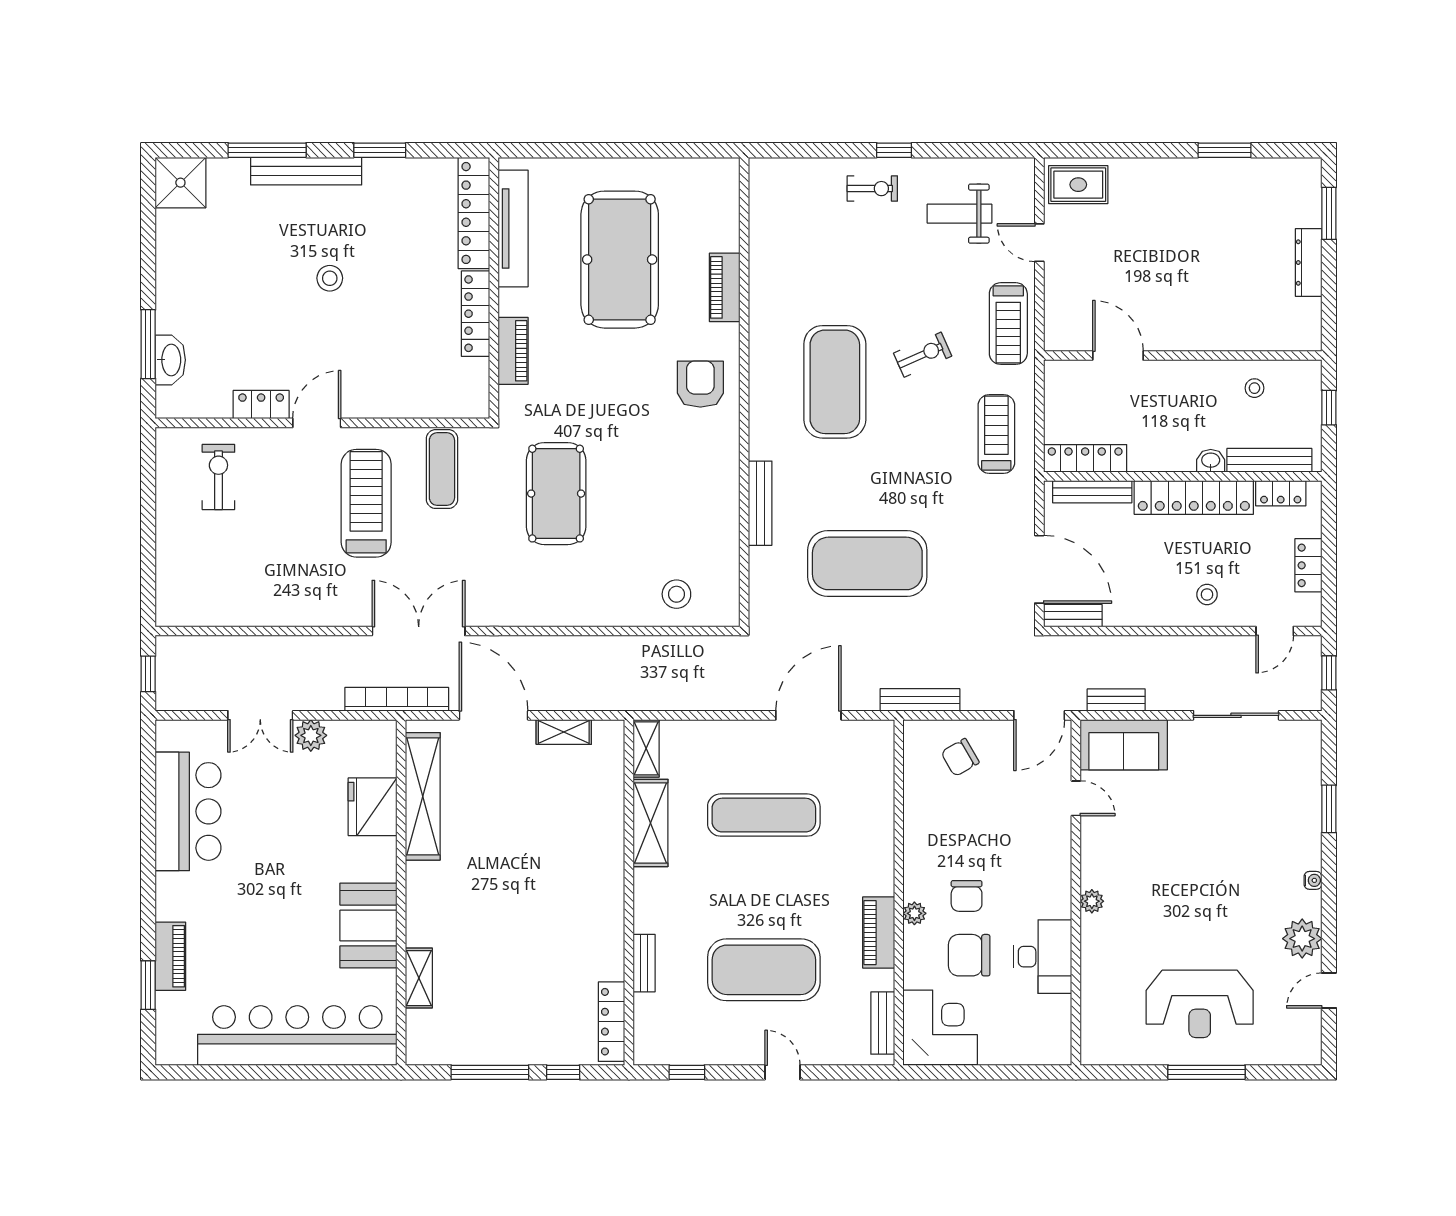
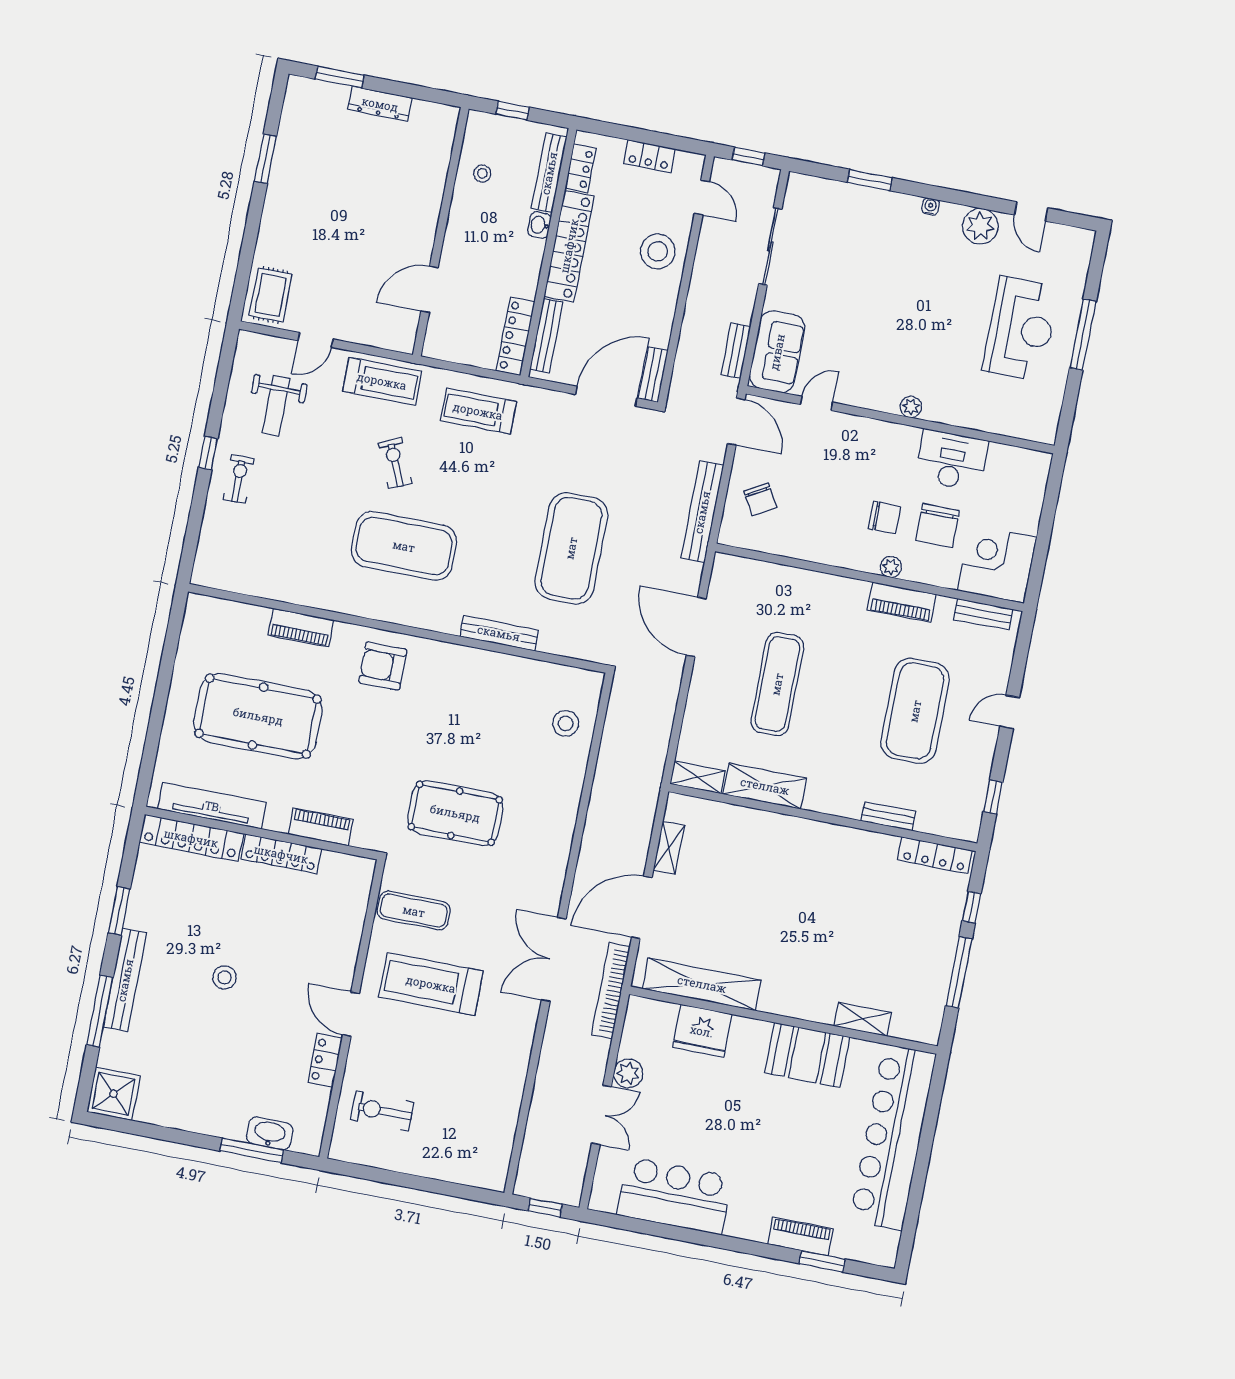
stool: (1207, 594) -> (658, 251), width x1.89, depth x1.89
bench: (920, 700) -> (702, 512), width x1.37, depth x1.21

